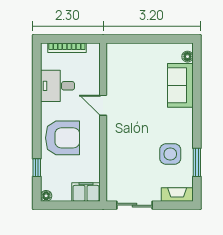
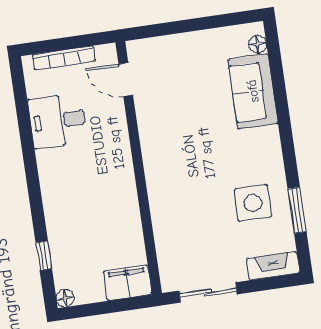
door: (103, 105) -> (126, 80), moved
armchair: (63, 138) -> (78, 202), removed

